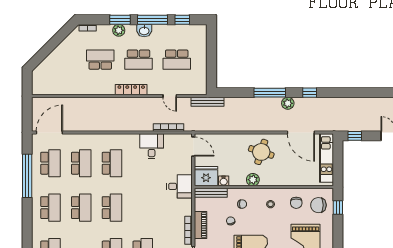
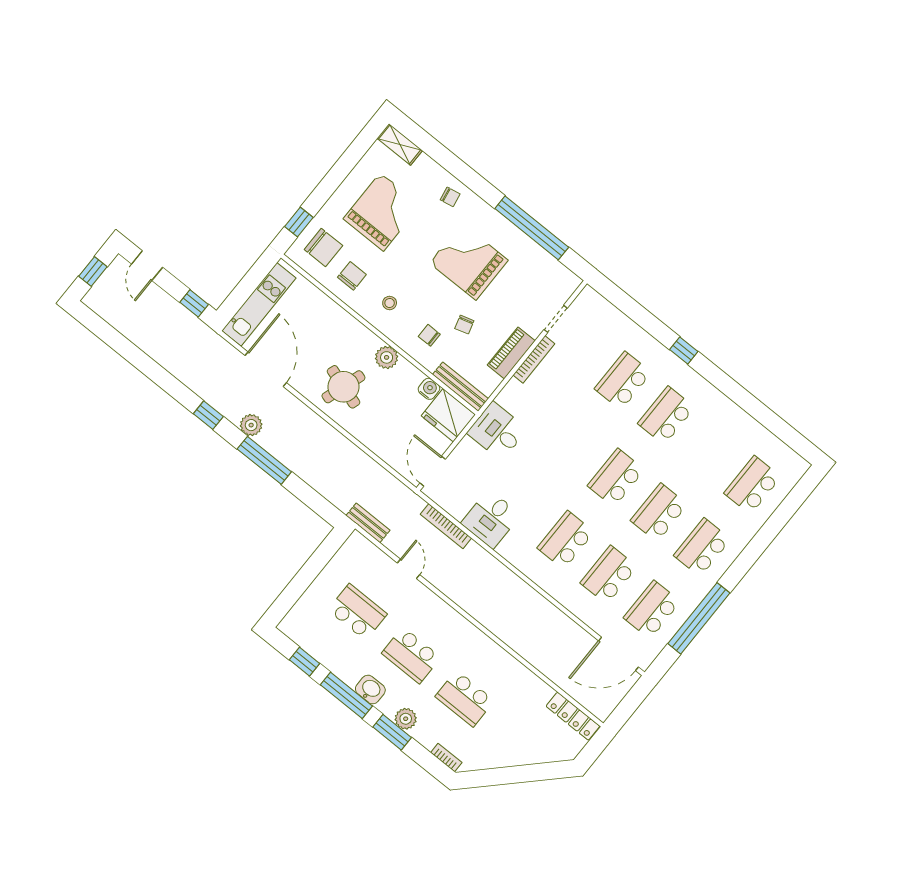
school desk: (138, 60) -> (411, 655), turned 180
locker: (131, 90) -> (573, 716), moved
bench: (208, 102) -> (368, 523), width x0.73

